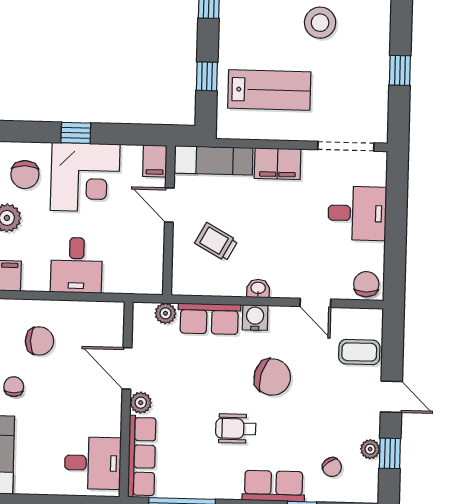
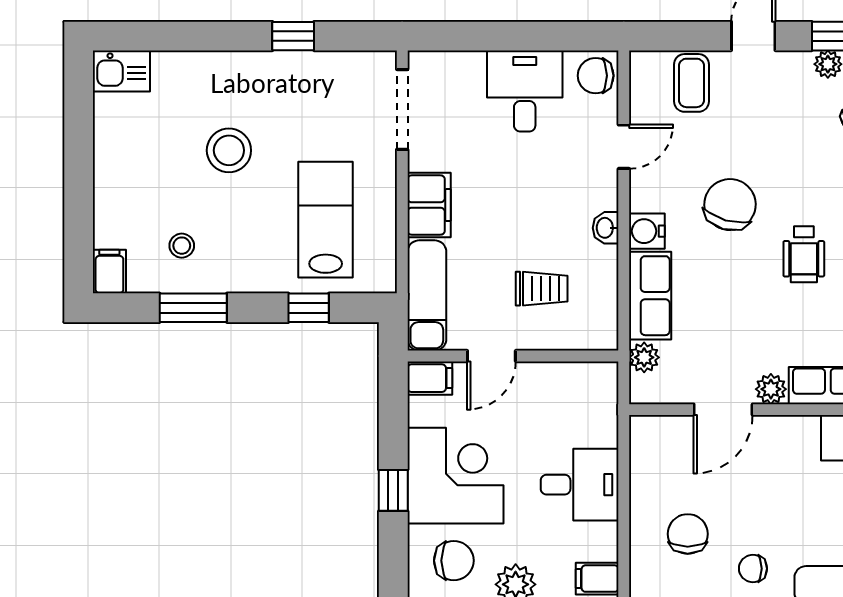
desk: (357, 213) -> (525, 91), moved
trolley: (216, 242) -> (542, 289), turned -119

